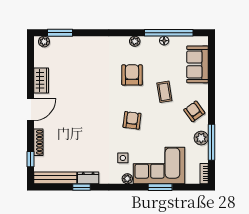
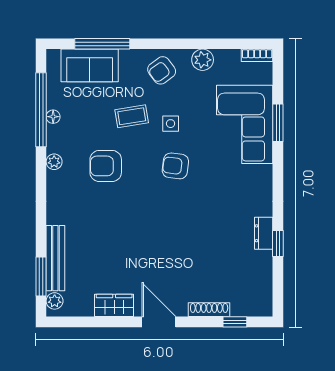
window: (212, 142) -> (102, 44), moved
side table: (123, 158) -> (171, 124), moved
bench: (55, 178) -> (55, 258), moved
plant: (127, 179) -> (265, 173), removed

